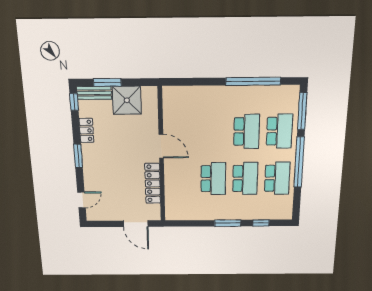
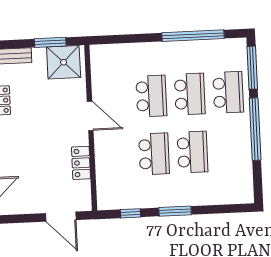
window: (107, 82) -> (50, 42), moved
shower: (127, 100) -> (64, 62), moved
school desk: (277, 178) -> (151, 96), moved
locker: (153, 183) -> (81, 163), width x0.66
window: (261, 223) -> (131, 213), moved

